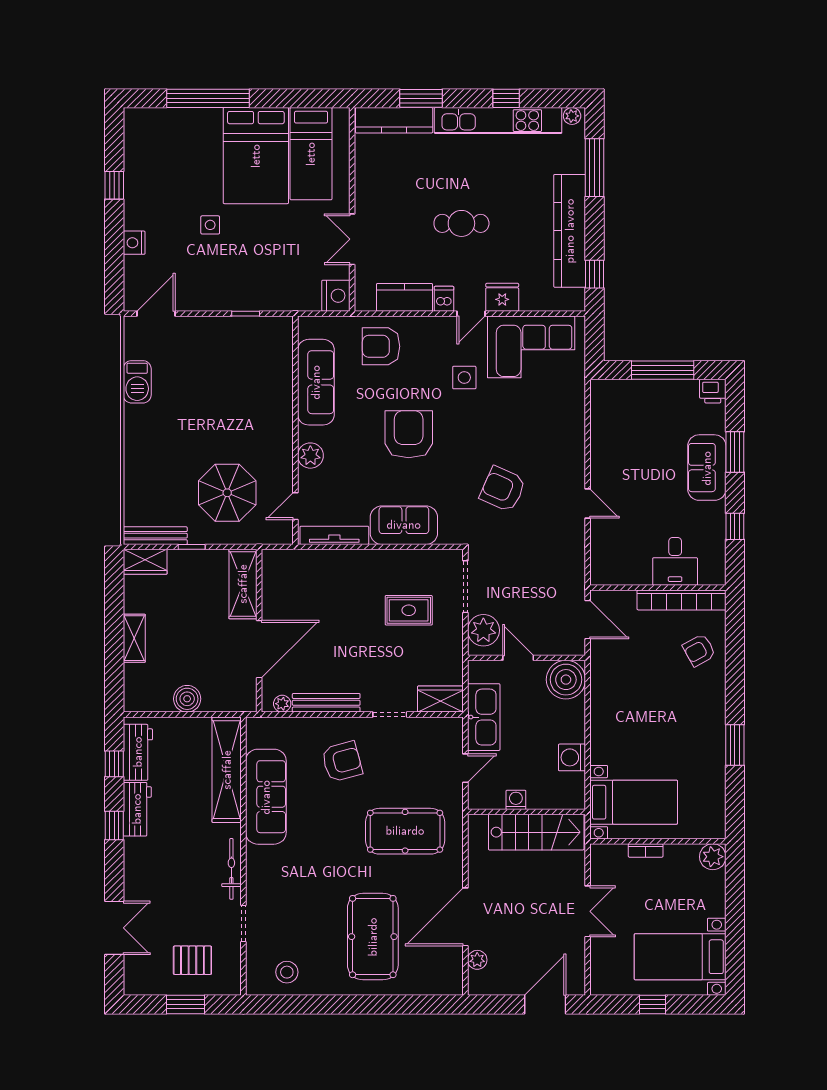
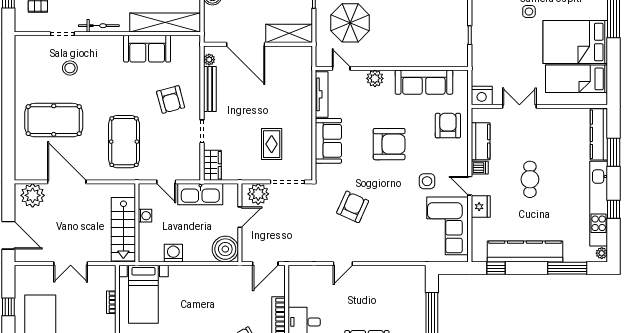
sofa: (266, 797) -> (147, 49), width x0.73
plant: (477, 960) -> (33, 195), width x1.88, depth x1.88
stool: (287, 972) -> (70, 68), moved

